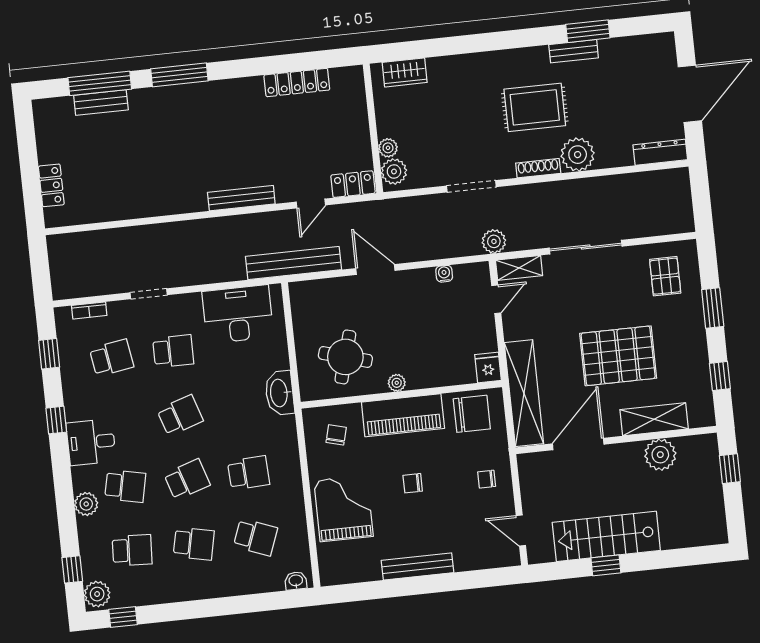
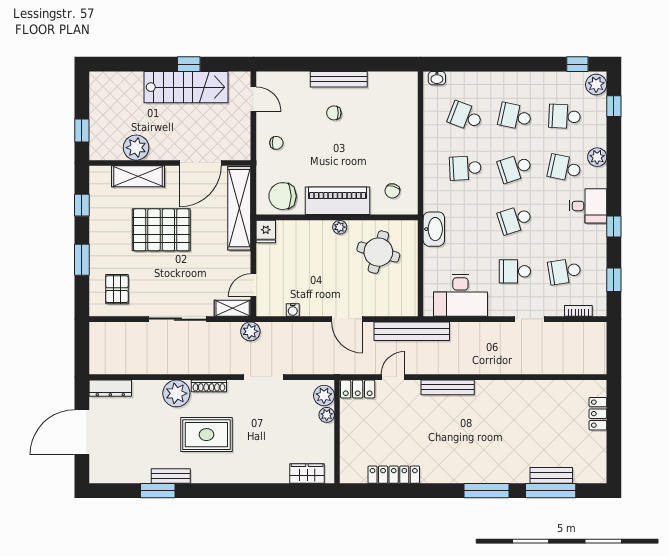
chair: (413, 483) -> (334, 113), moved, turned 180
grand piano: (344, 508) -> (393, 132), removed

